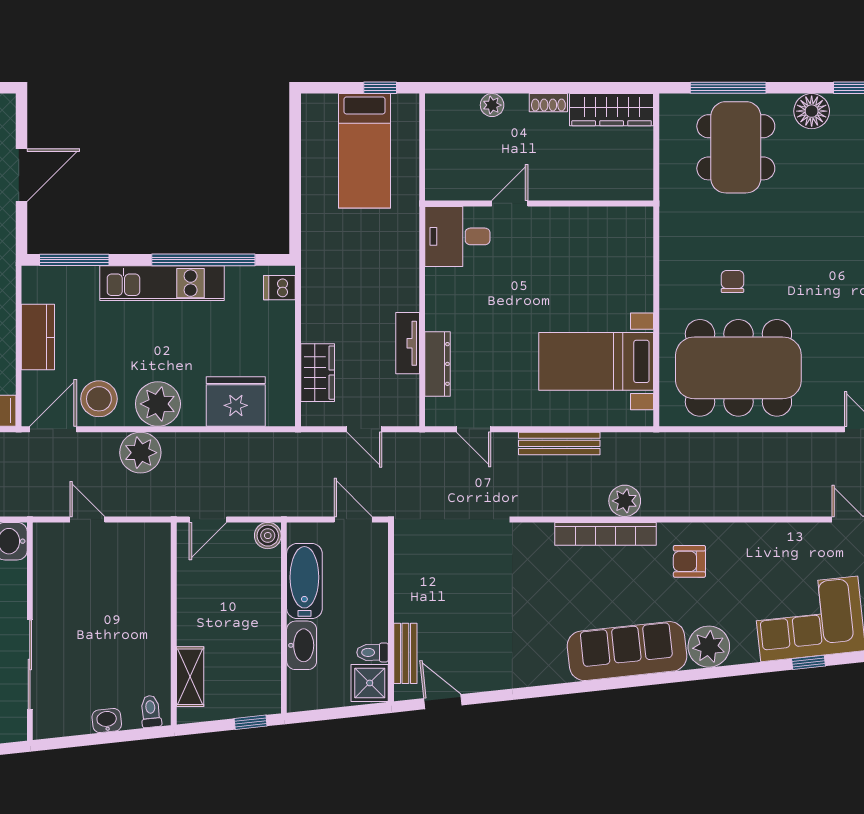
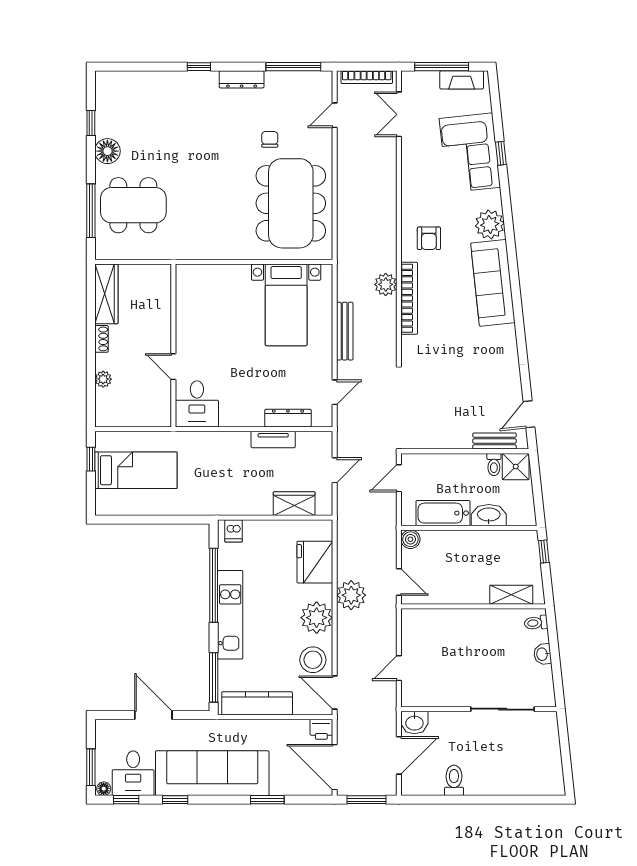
chair: (732, 282) -> (270, 139), moved, turned 90
kitchen counter: (38, 337) -> (257, 703), width x1.50
plant: (140, 453) -> (351, 595), moved

